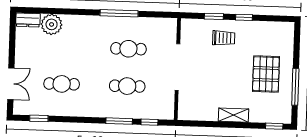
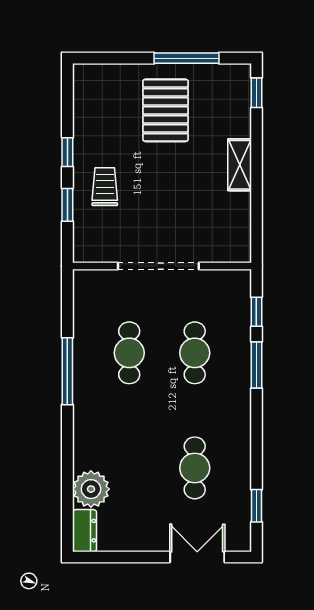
pallet: (266, 74) -> (165, 110), turned 90

